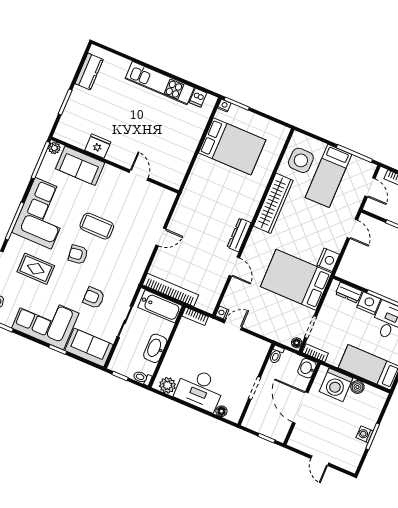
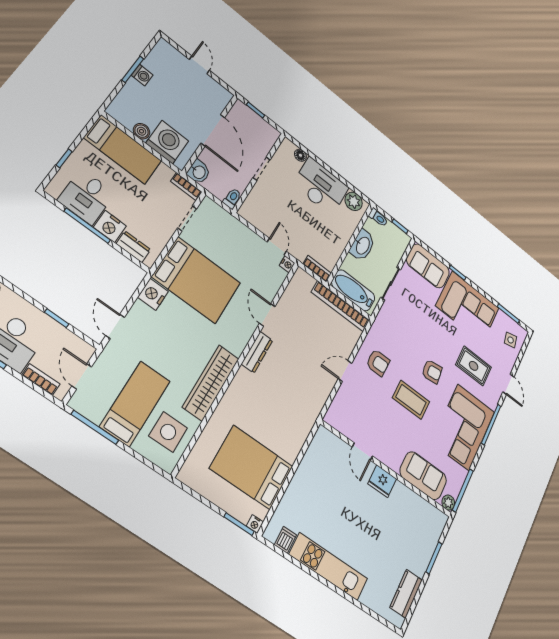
fridge: (98, 146) -> (382, 481), moved
armchair: (94, 298) -> (378, 363), moved
door: (233, 325) -> (277, 247), swing flipped
floor lamp: (297, 343) -> (207, 205), removed

